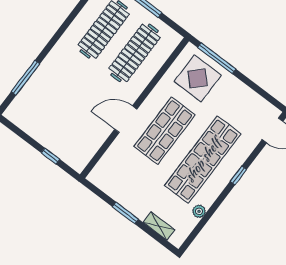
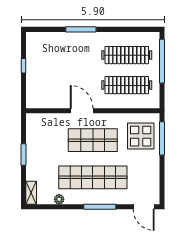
window: (25, 78) -> (81, 29), moved
window: (50, 156) -> (24, 66), moved
window: (238, 175) -> (100, 207), width x2.17
shelving: (159, 226) -> (31, 193), moved

